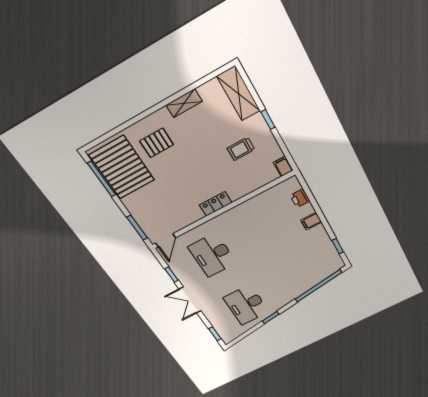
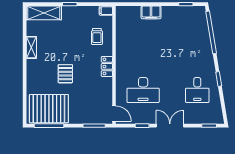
pallet: (157, 143) -> (65, 74), moved
trolley: (241, 149) -> (97, 36), moved
printer: (300, 198) -> (134, 11), removed
filing cabinet: (311, 221) -> (151, 12), width x2.00
double door: (190, 300) -> (170, 126), swing flipped
desk: (246, 305) -> (197, 90), width x0.73

